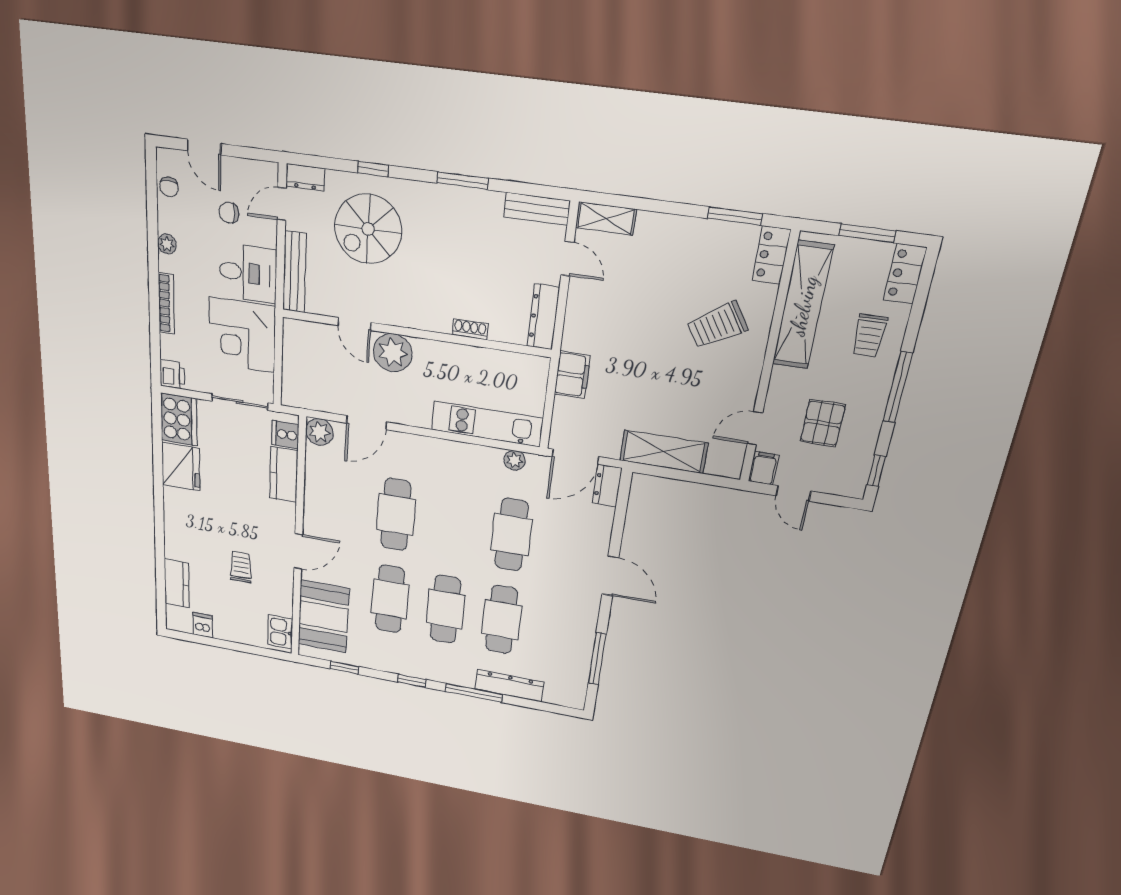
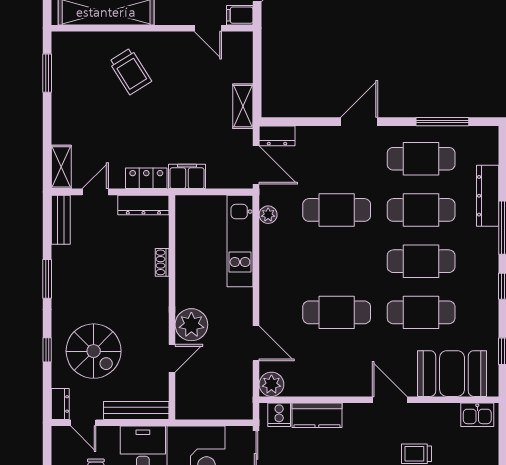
locker: (771, 255) -> (146, 178), moved, turned 180
shelving: (664, 452) -> (243, 106), width x0.67, depth x0.75
cafe table: (559, 630) -> (421, 159), added

